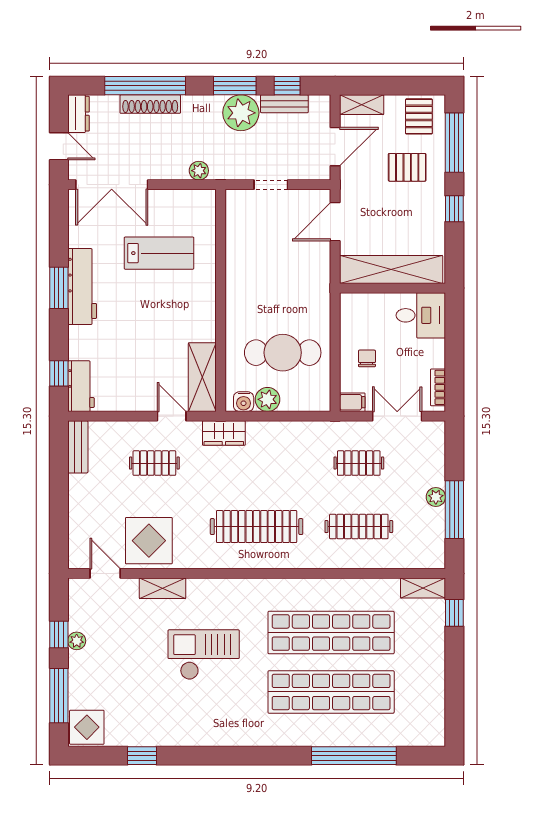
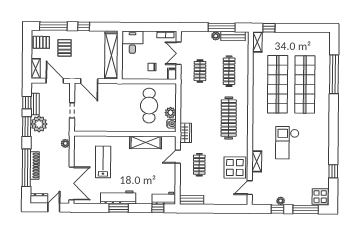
shelving: (202, 377) -> (146, 142), moved
bench: (435, 535) -> (233, 36), added

